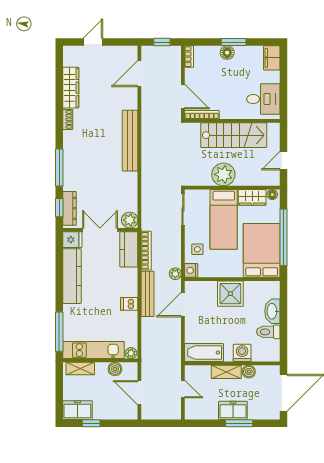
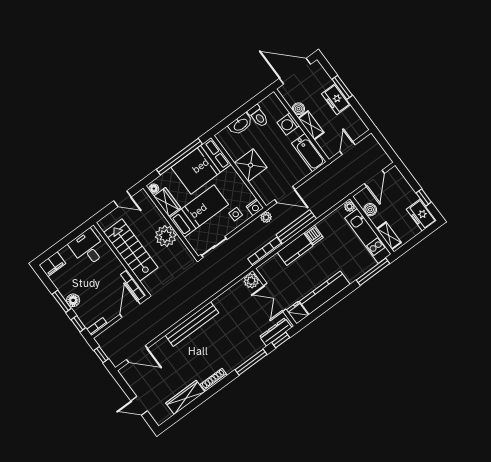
window: (203, 42) -> (78, 324), added
shoe rack: (68, 119) -> (214, 380), width x1.43
kitchen counter: (129, 249) -> (295, 249), moved

